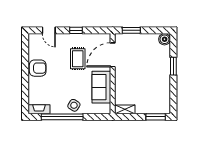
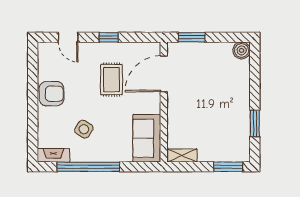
window: (173, 66) -> (255, 123), moved
sofa: (101, 87) -> (147, 138), moved
side table: (74, 105) -> (84, 129), moved

